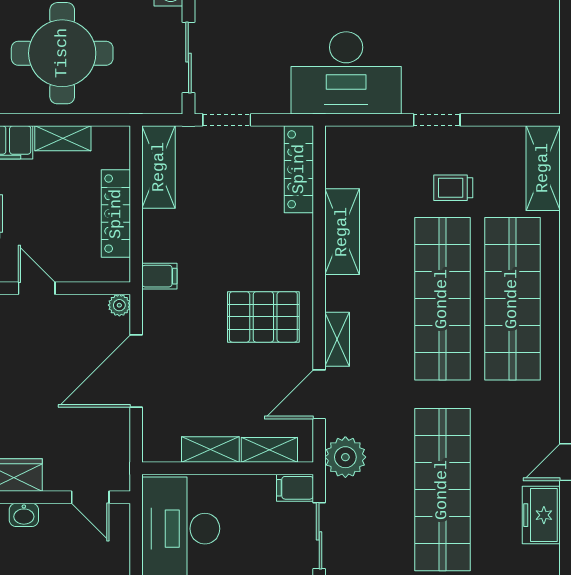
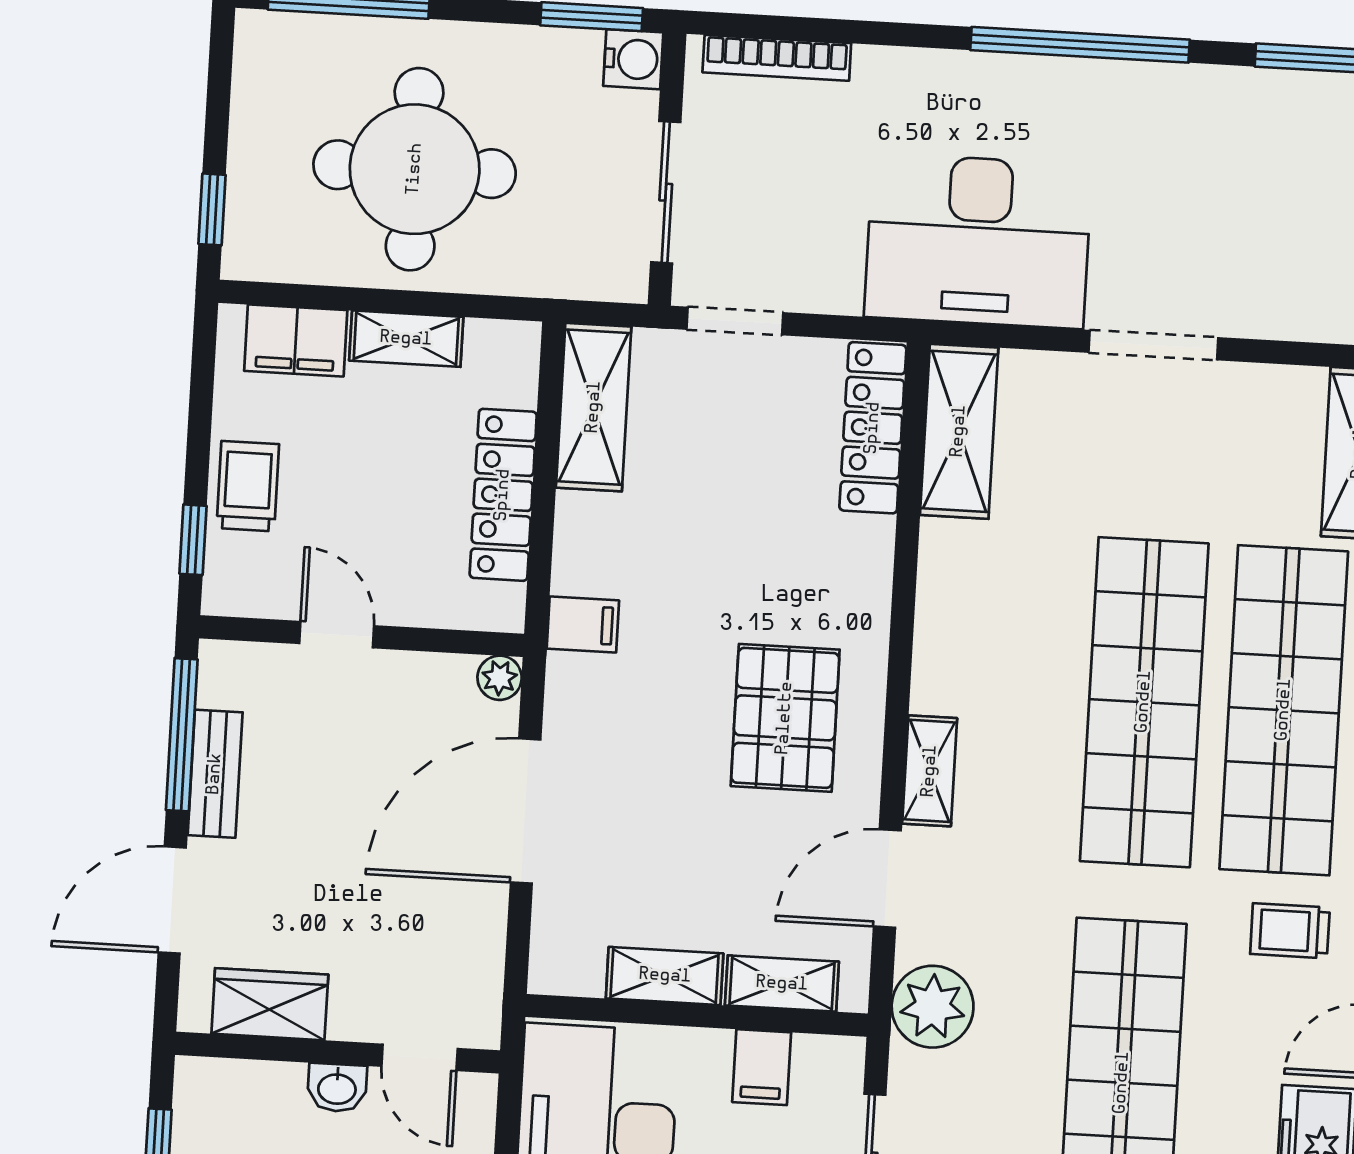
doorway: (437, 120) -> (1153, 345), width x1.38
trolley: (453, 188) -> (1290, 931), moved
shelving: (342, 232) -> (959, 431), moved
pallet: (263, 317) -> (785, 718), turned 90
filing cabinet: (295, 488) -> (762, 1067), moved, turned -90
washbasin: (24, 515) -> (337, 1088), moved

